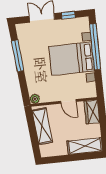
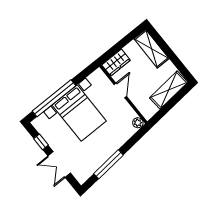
shelving: (42, 126) -> (169, 90), moved

